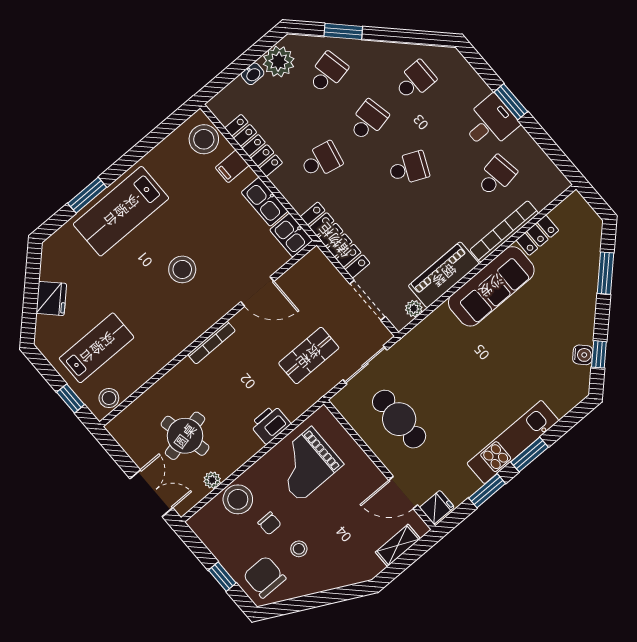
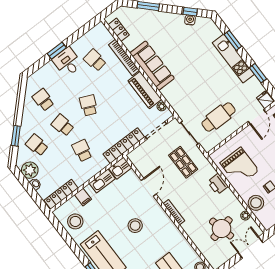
stool: (204, 139) -> (75, 221), moved
locker: (254, 145) -> (61, 194), moved
locker: (537, 235) -> (119, 30), moved
window: (529, 455) -> (233, 40), moved

